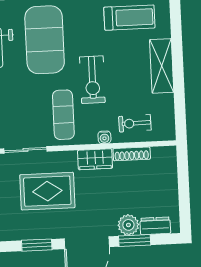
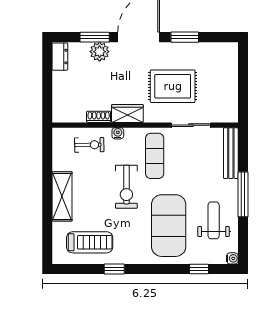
treadmill: (129, 18) -> (90, 242), turned 180
exercise bike: (92, 80) -> (126, 187), turned 180
shoe rack: (132, 154) -> (99, 117), width x0.70
dresser: (155, 226) -> (60, 57), moved, turned -90

